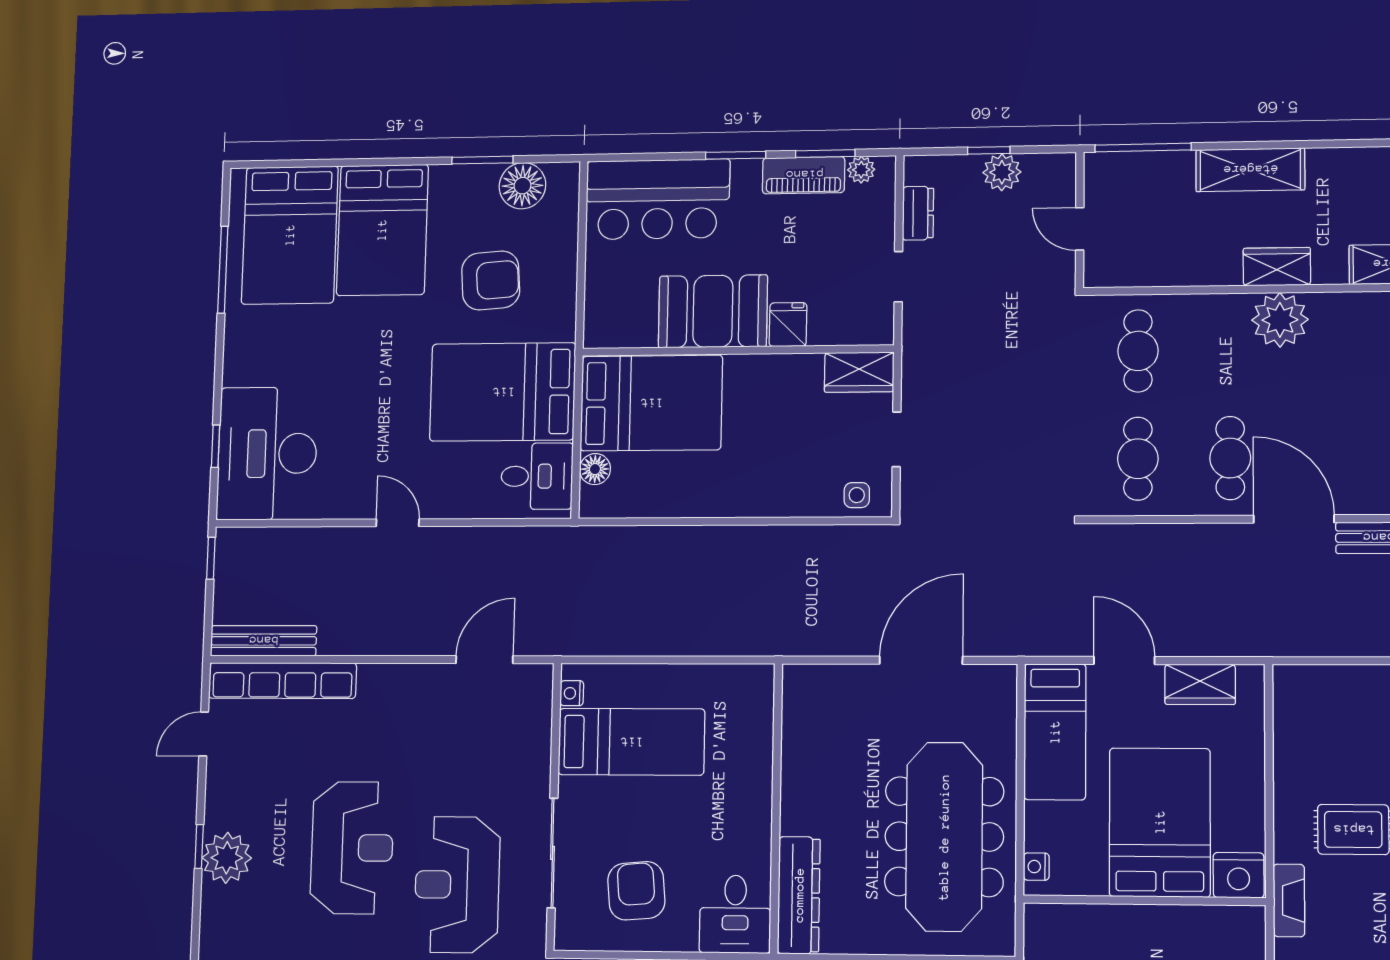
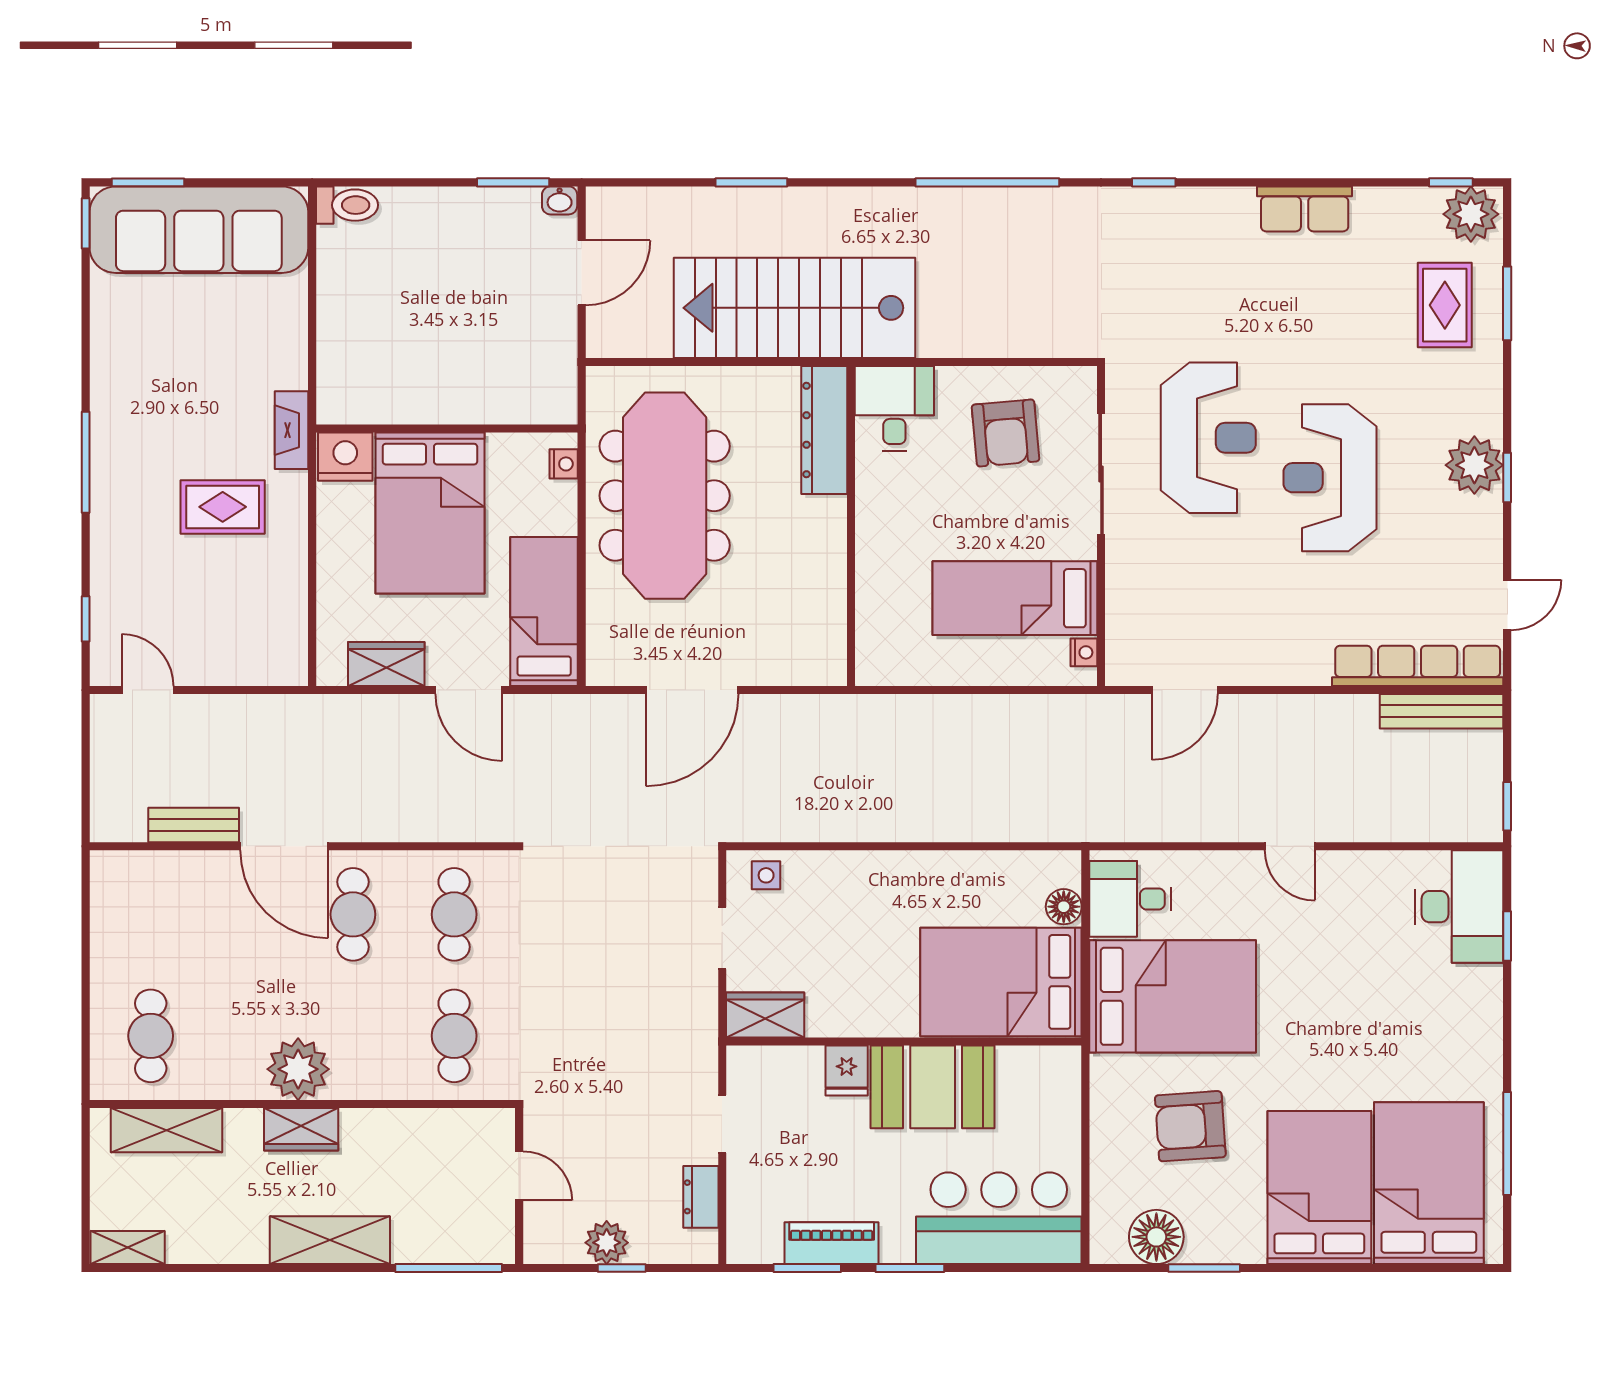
plant: (861, 170) -> (766, 1248), removed
desk: (267, 454) -> (1459, 907), width x0.73, depth x0.77

